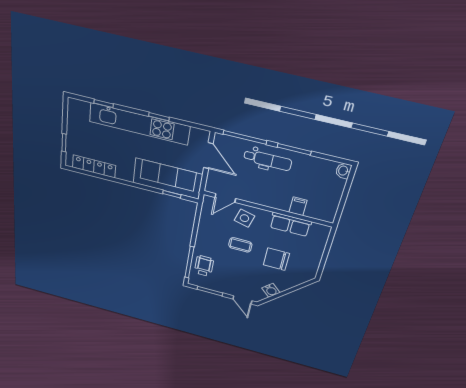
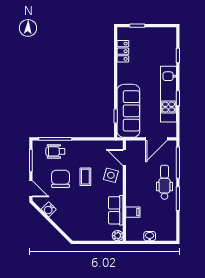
kitchen unit: (139, 124) -> (168, 94), width x0.73
dental chair: (268, 160) -> (164, 182), turned 180
locker: (94, 166) -> (123, 51), width x0.66
washbasin: (343, 171) -> (150, 236), moved
plant: (324, 231) -> (118, 236), added
chair: (276, 259) -> (60, 179), moved
wheelchair: (204, 266) -> (55, 151), turned 180
door: (242, 300) -> (31, 189), swing flipped

